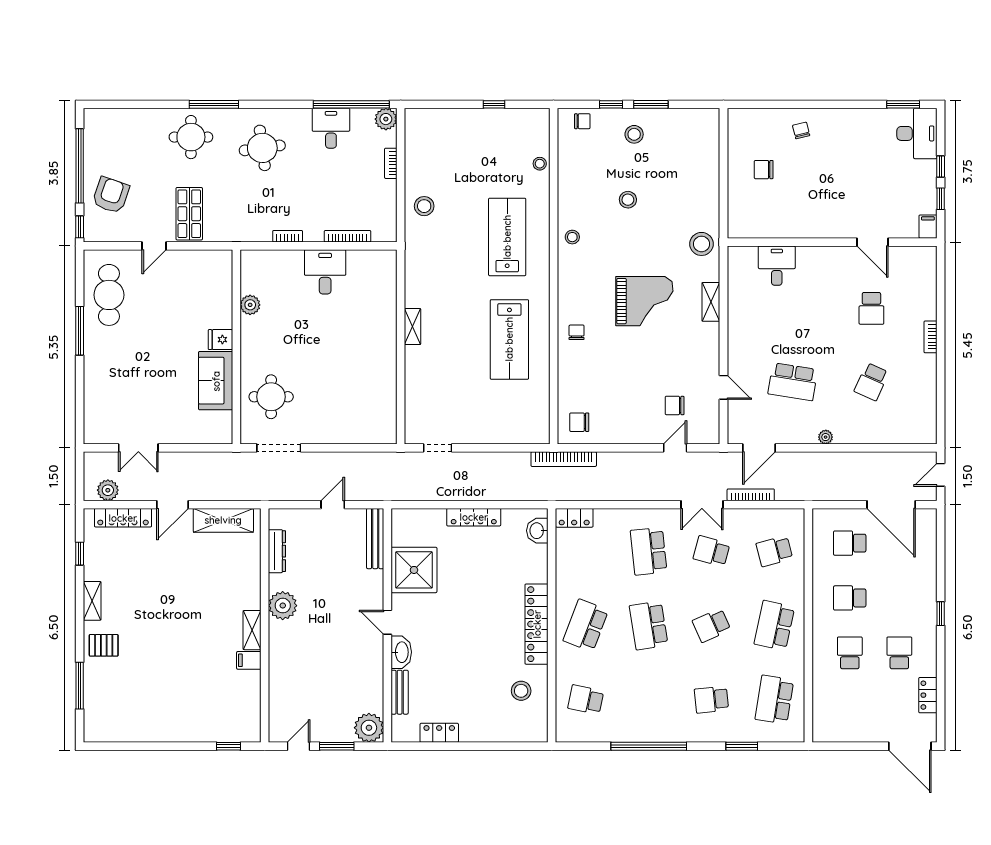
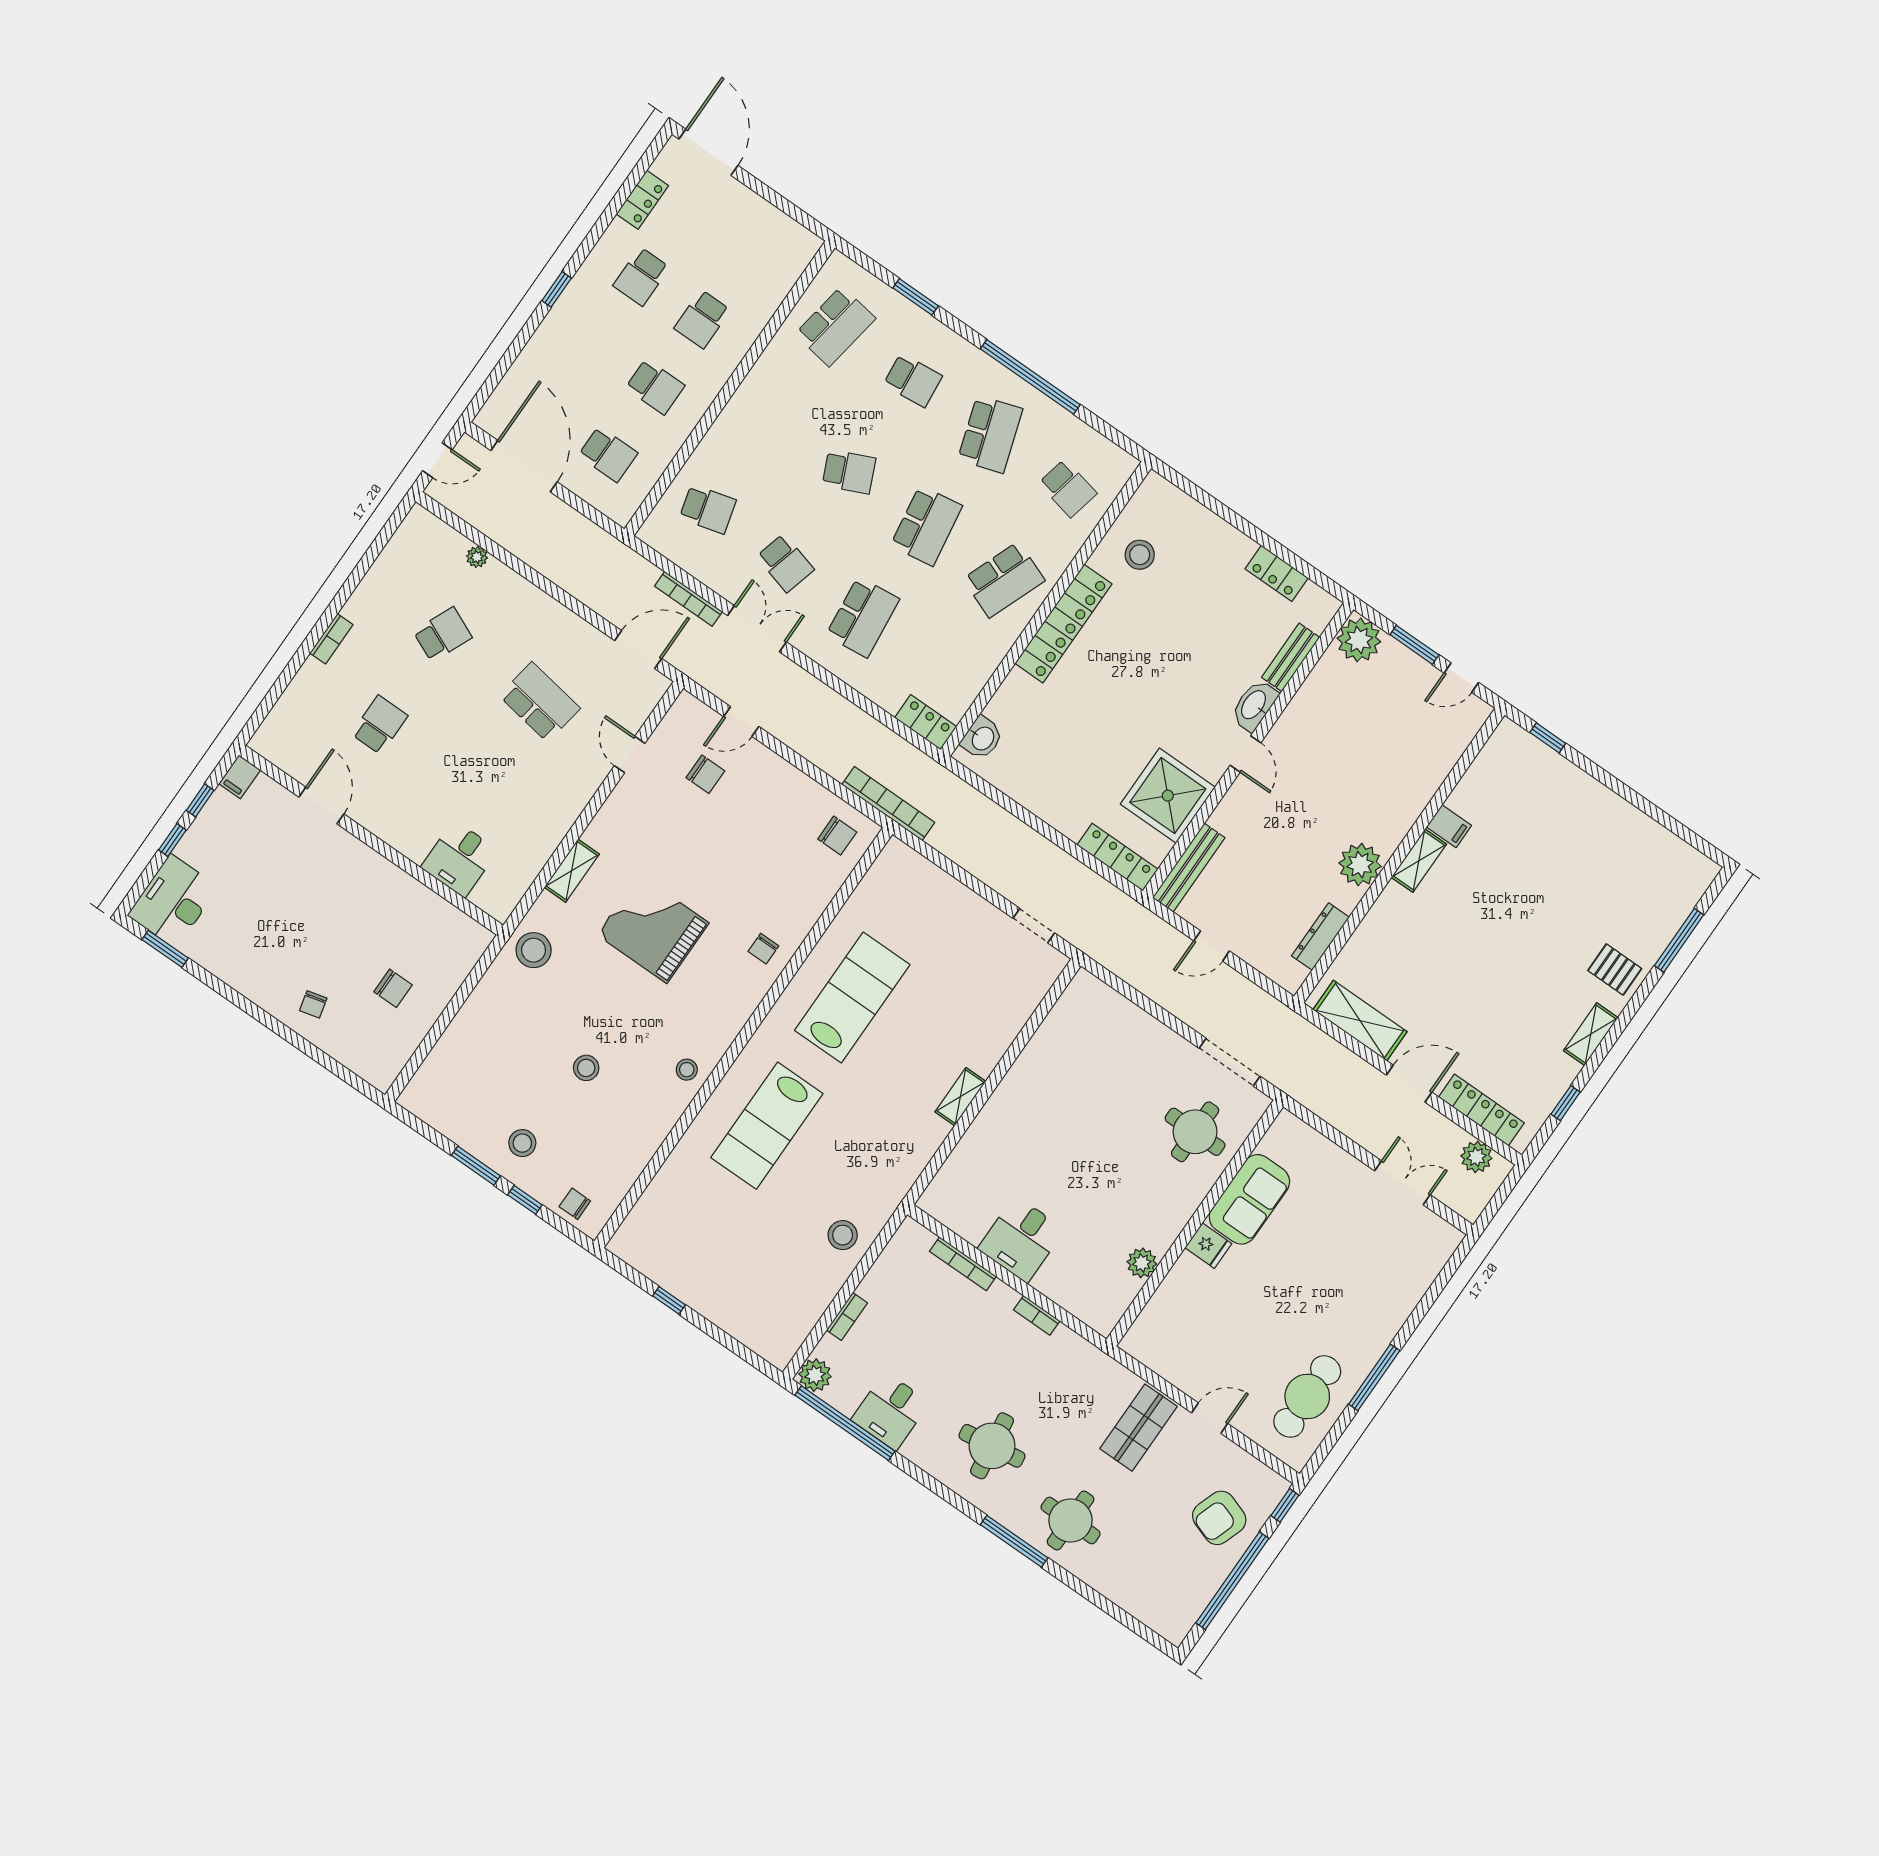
stool: (540, 164) -> (664, 1188), removed
plant: (826, 437) -> (477, 557), moved
locker: (474, 517) -> (1118, 857), moved
school desk: (774, 625) -> (990, 434), moved, turned -30

